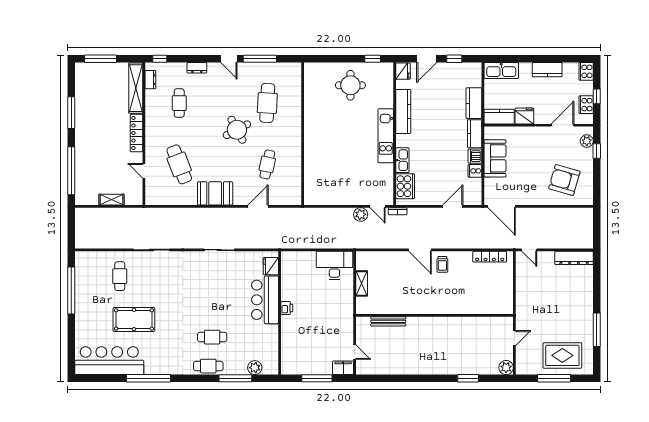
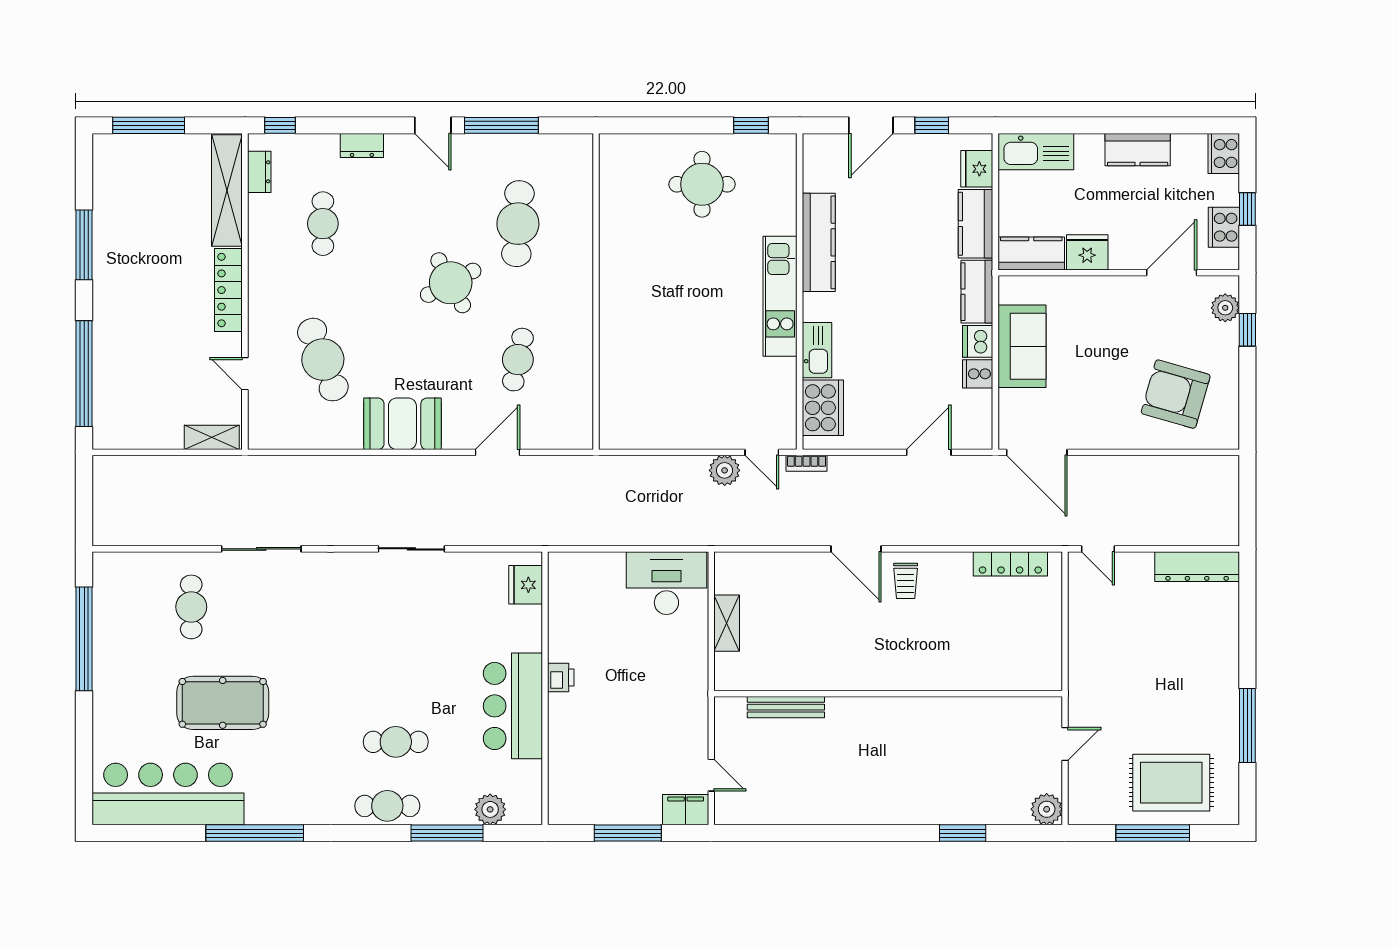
fridge: (403, 71) -> (977, 169), moved, turned 180
shelving: (112, 200) -> (212, 437), moved
bar counter: (265, 300) -> (513, 706), moved

